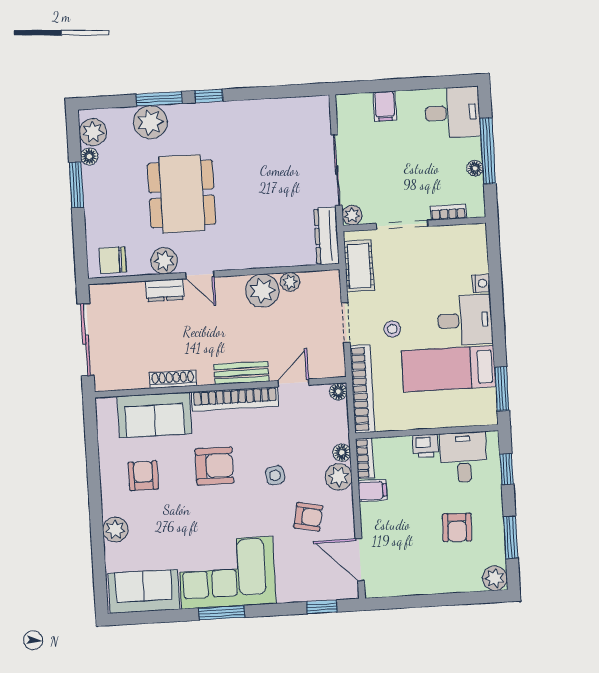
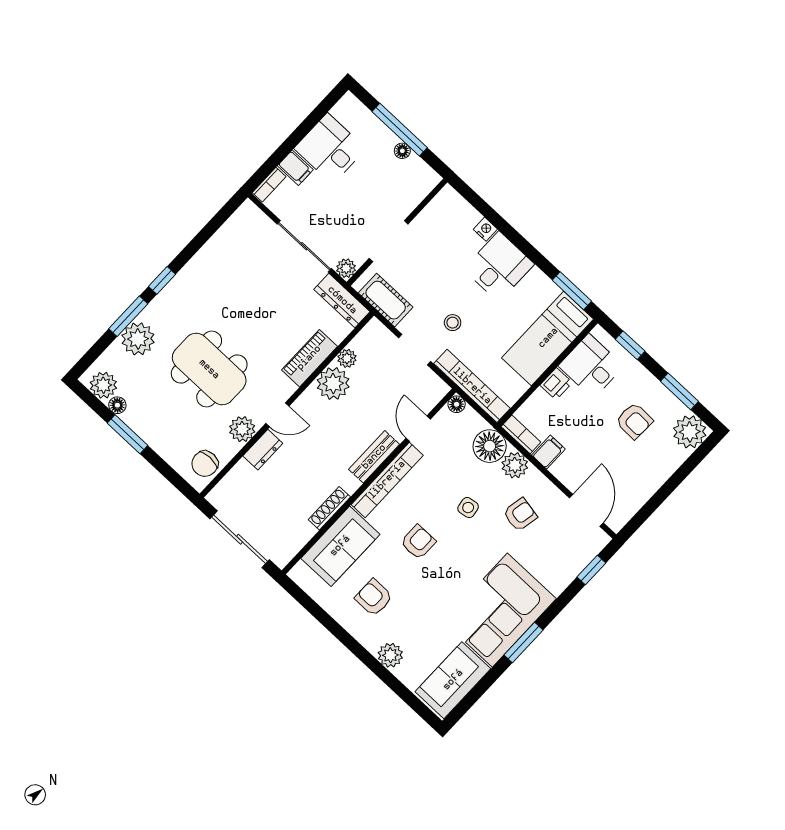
desk: (452, 113) -> (330, 149), moved, turned -90
bookcase: (448, 212) -> (269, 185), moved, turned 180
piano: (263, 256) -> (309, 358), added
bed: (449, 369) -> (548, 338), moved
floor lamp: (342, 453) -> (490, 446), width x1.89, depth x1.89
armchair: (214, 466) -> (418, 542), width x0.72, depth x0.72
door: (360, 560) -> (586, 510), swing flipped
plant: (495, 578) -> (690, 432), width x1.36, depth x1.36

